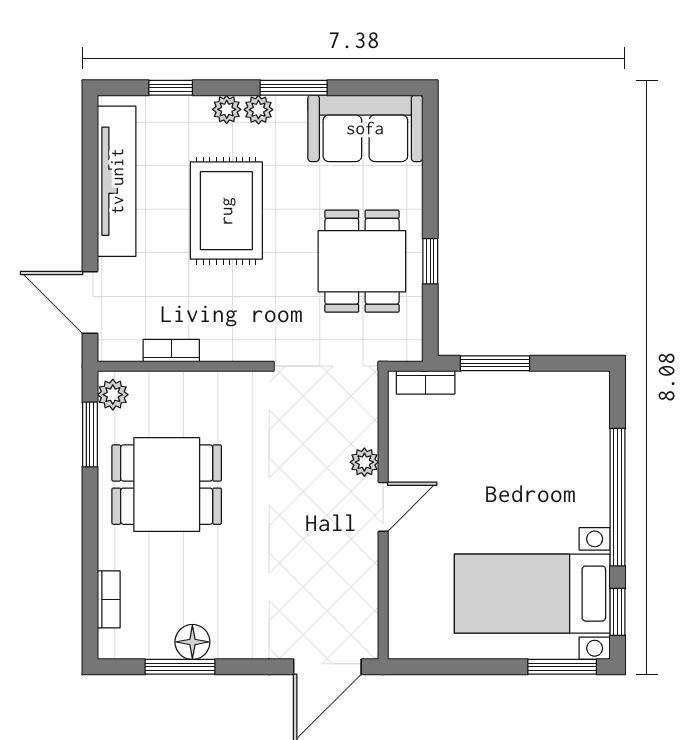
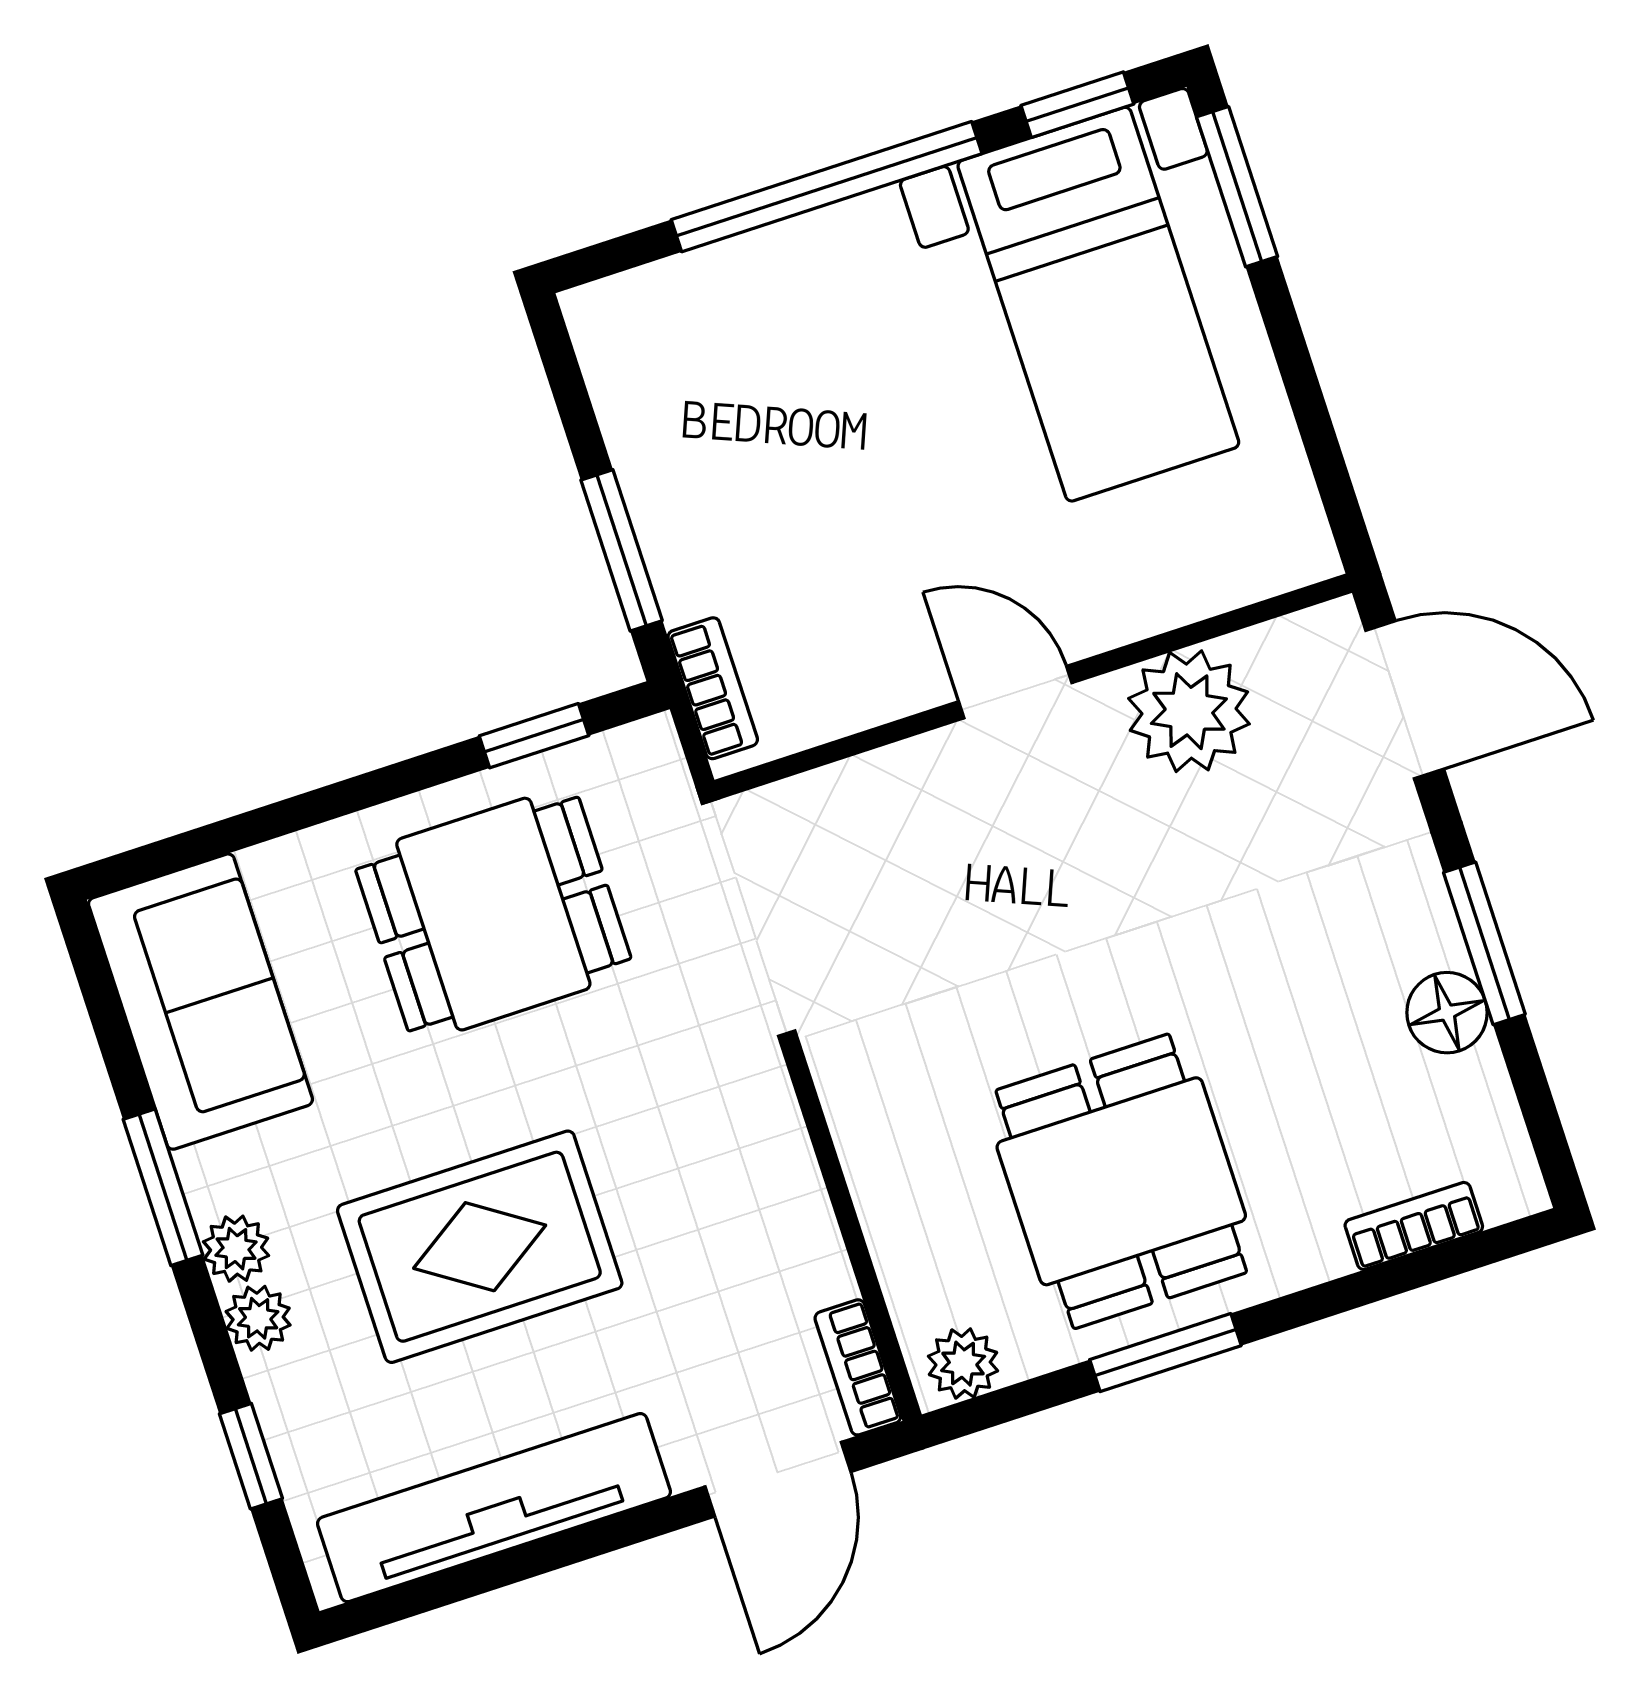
window: (430, 261) -> (534, 736), moved
bookcase: (171, 351) -> (858, 1367), moved
window: (90, 435) -> (1165, 1353), moved
plant: (364, 462) -> (1189, 711), moved, width x1.88, depth x1.88
window: (180, 667) -> (1484, 943), moved

